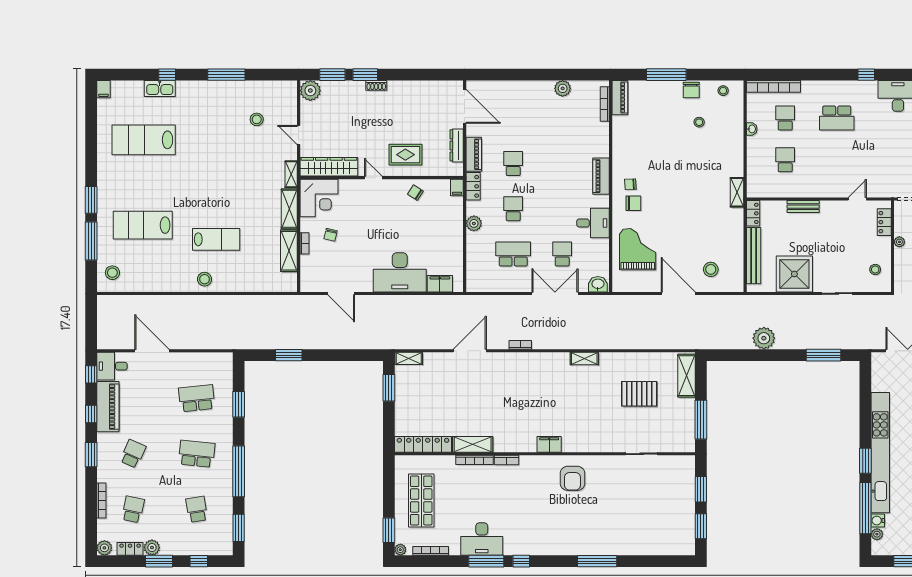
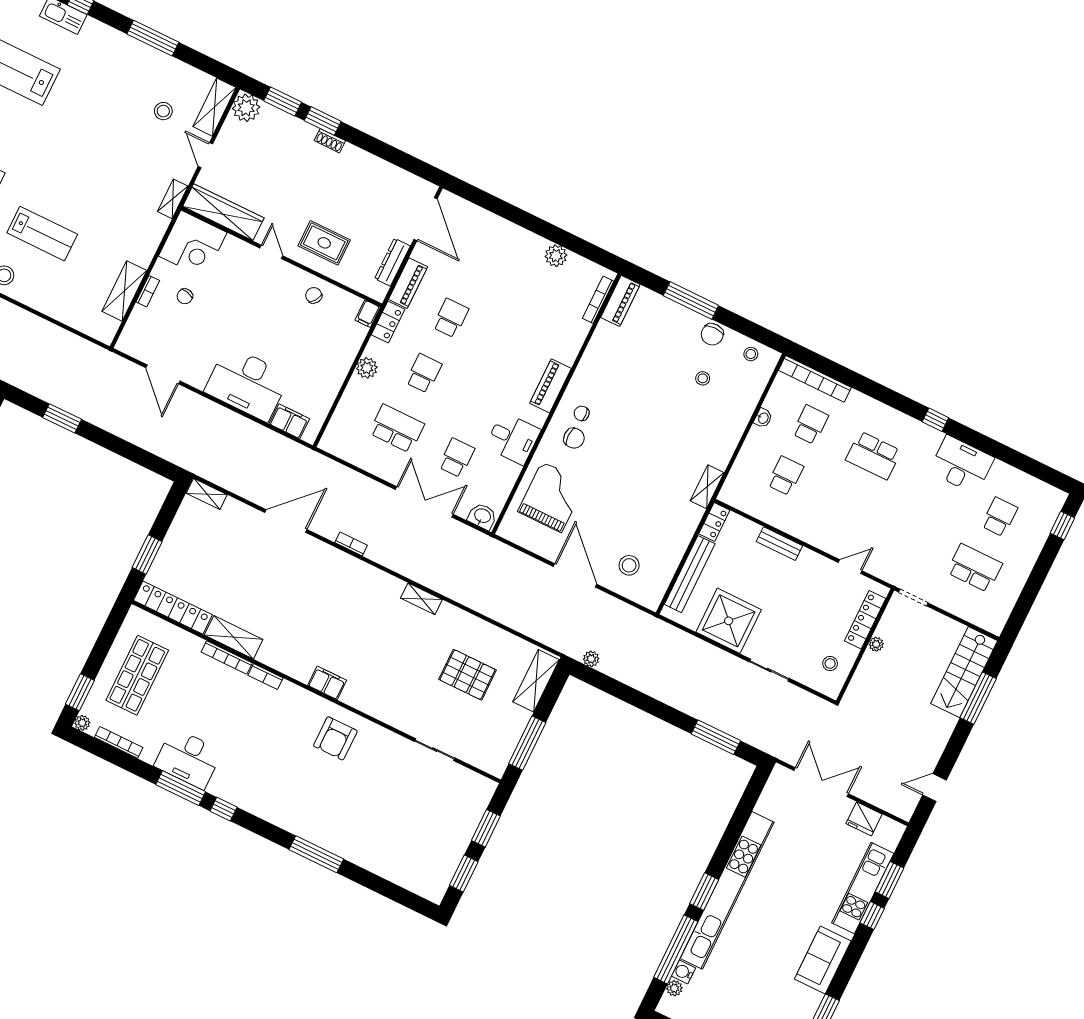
shelving: (289, 209) -> (215, 107), moved
locker: (884, 222) -> (865, 620), width x1.53
plant: (764, 338) -> (591, 659), moved, width x0.53, depth x0.53
window: (389, 388) -> (147, 555), moved

